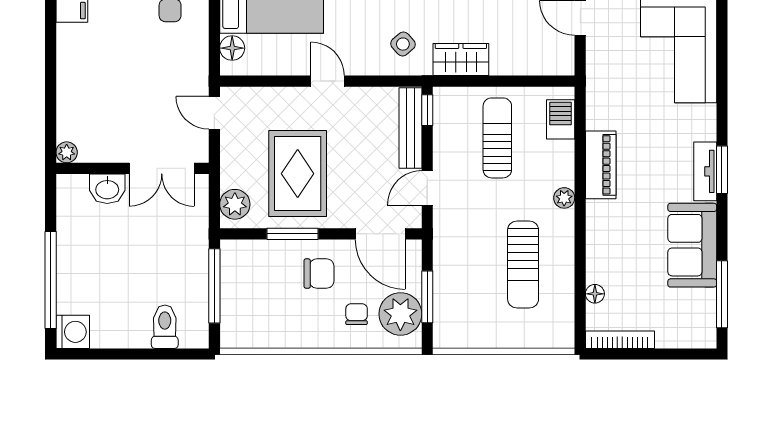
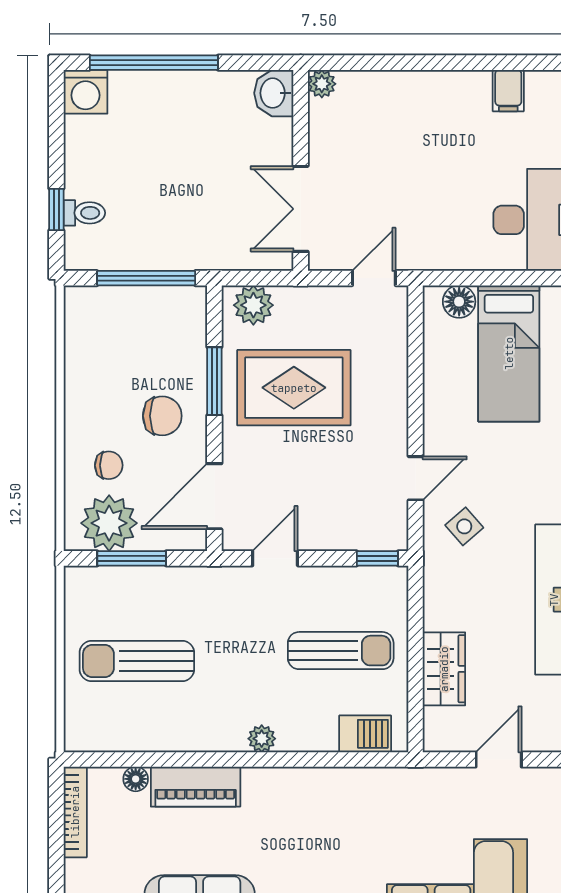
wardrobe: (461, 59) -> (444, 669), moved
door: (328, 81) -> (416, 478), moved
bench: (410, 128) -> (354, 536), removed
piano: (601, 165) -> (196, 787), moved
door: (427, 188) -> (275, 558), hinge flipped
washbasin: (107, 189) -> (274, 93), moved
sun lounger: (523, 264) -> (137, 661), moved
chair: (319, 274) -> (162, 416), turned -90
toilet: (165, 327) -> (84, 213), width x0.73, depth x0.72
window: (162, 354) -> (56, 209), added

